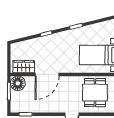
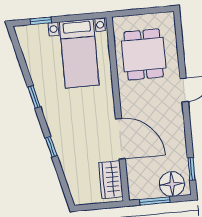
floor lamp: (18, 83) -> (172, 184), moved
dining table: (95, 93) -> (144, 55), turned 90

